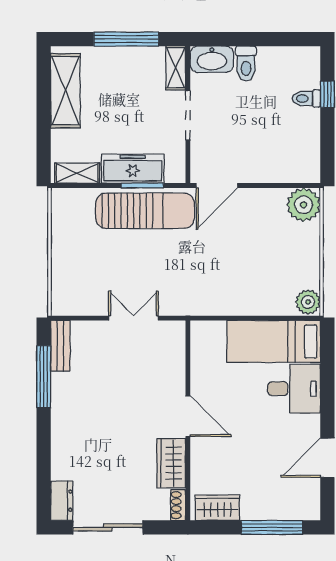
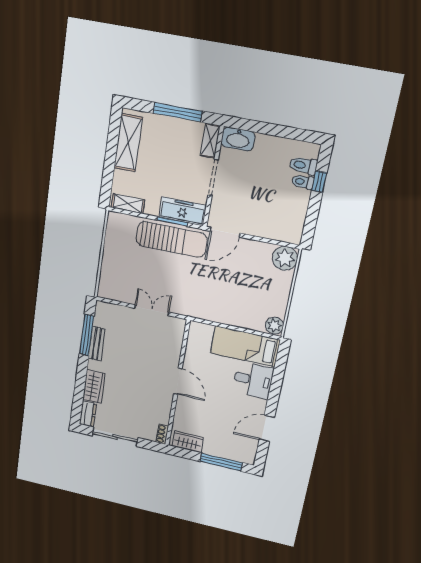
toilet: (246, 64) -> (303, 165), moved, turned 90
freezer: (133, 169) -> (183, 211), moved
bench: (60, 346) -> (97, 344), moved
wardrobe: (171, 463) -> (94, 386), moved, turned 180

